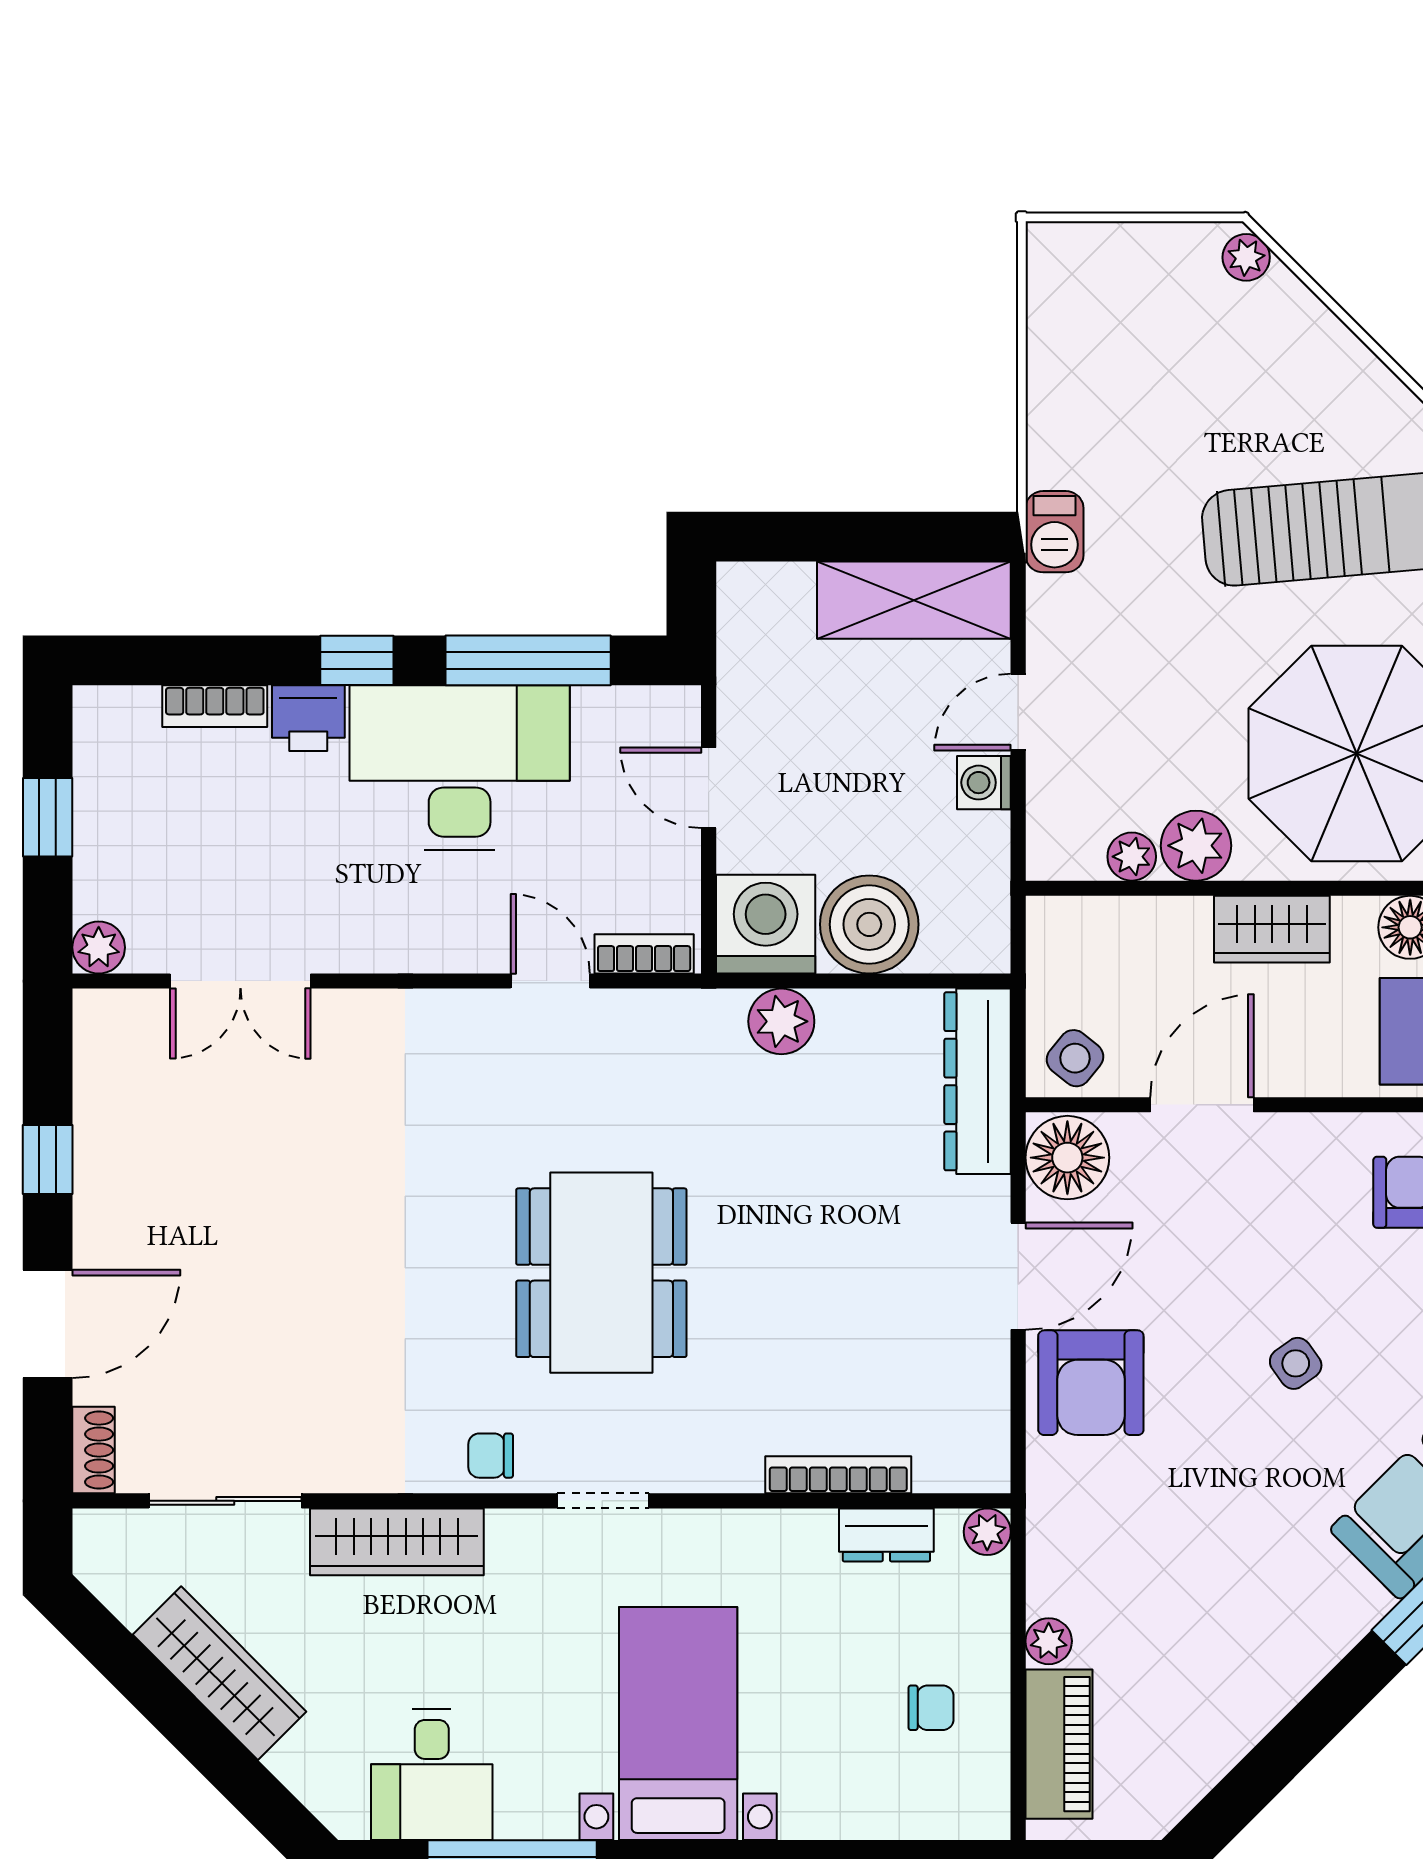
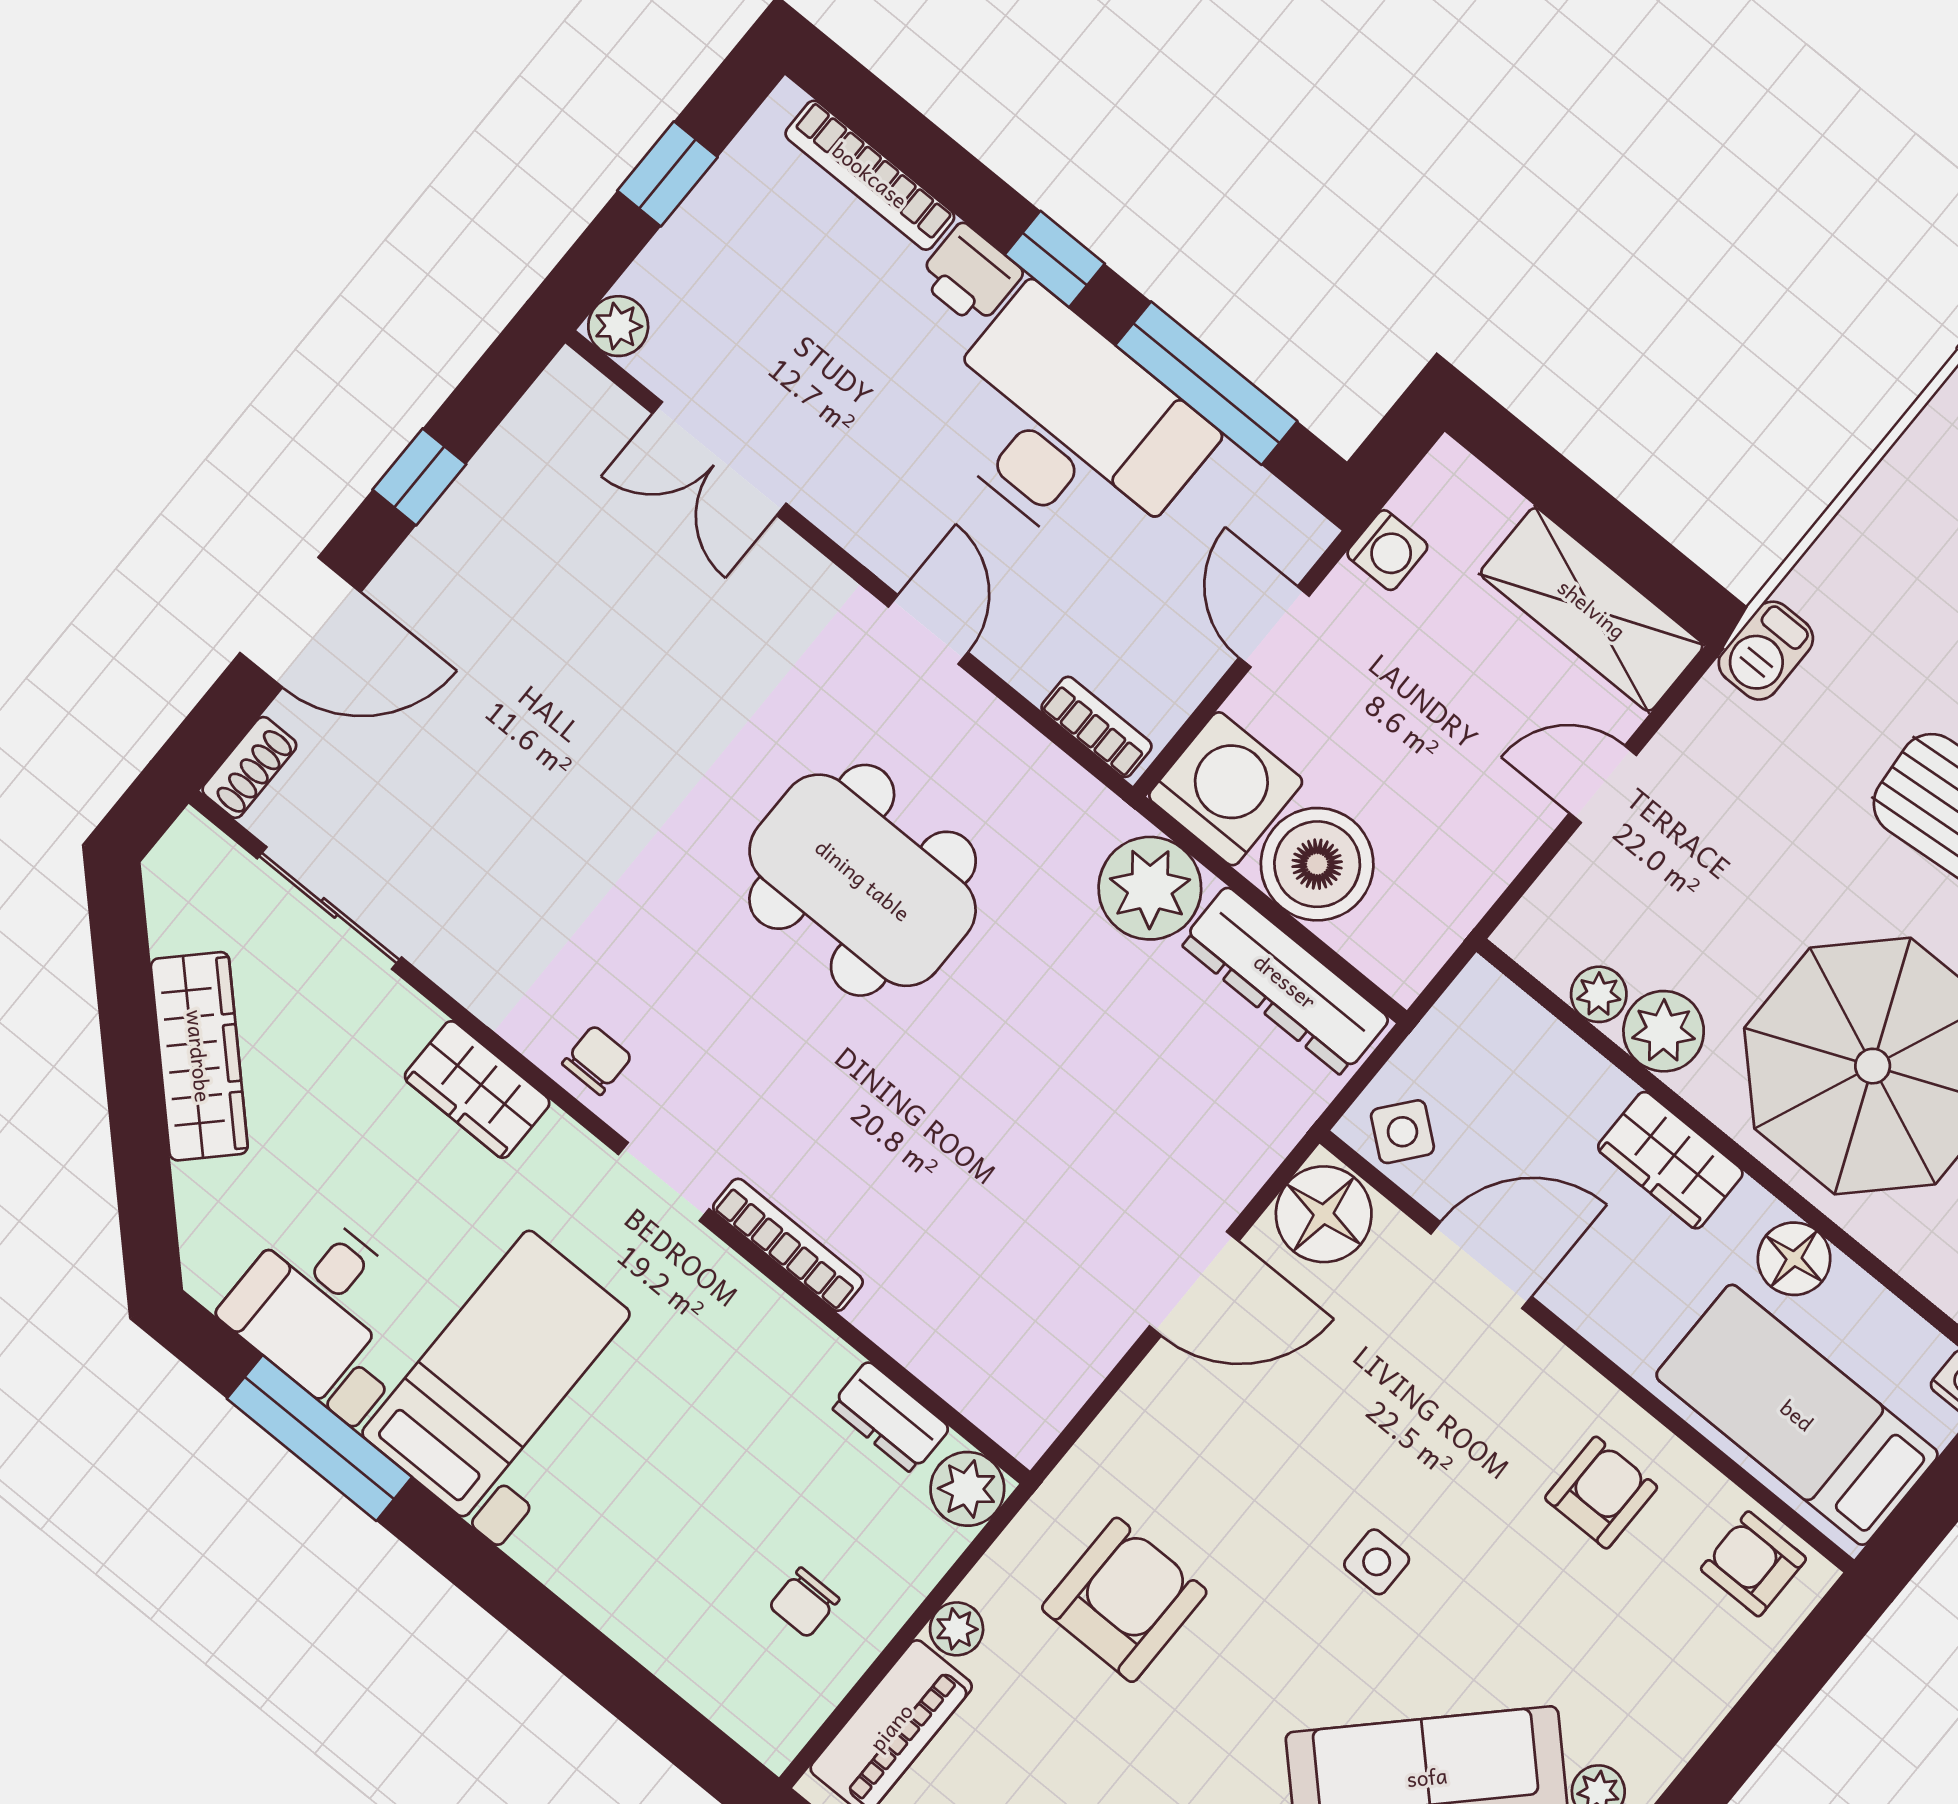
bookcase: (215, 706) -> (870, 175), width x1.56
washing machine: (984, 783) -> (1387, 550), moved, turned 180
door: (550, 981) -> (928, 630), moved
plant: (781, 1021) -> (1150, 888), width x1.36, depth x1.36
dresser: (978, 1081) -> (1285, 981), moved, turned -90
dining table: (601, 1273) -> (863, 880), moved, turned 90
side table: (1296, 1363) -> (1377, 1562), turned 36
armchair: (1091, 1383) -> (1124, 1600), moved, turned 180
chair: (491, 1456) -> (597, 1060), turned 90
bookcase: (838, 1475) -> (788, 1245), moved
plant: (987, 1532) -> (967, 1489), width x1.38, depth x1.38
wardrobe: (397, 1542) -> (477, 1089), width x0.67
chair: (931, 1708) -> (804, 1603), turned 90
bed with nightstands: (678, 1723) -> (496, 1374), moved

